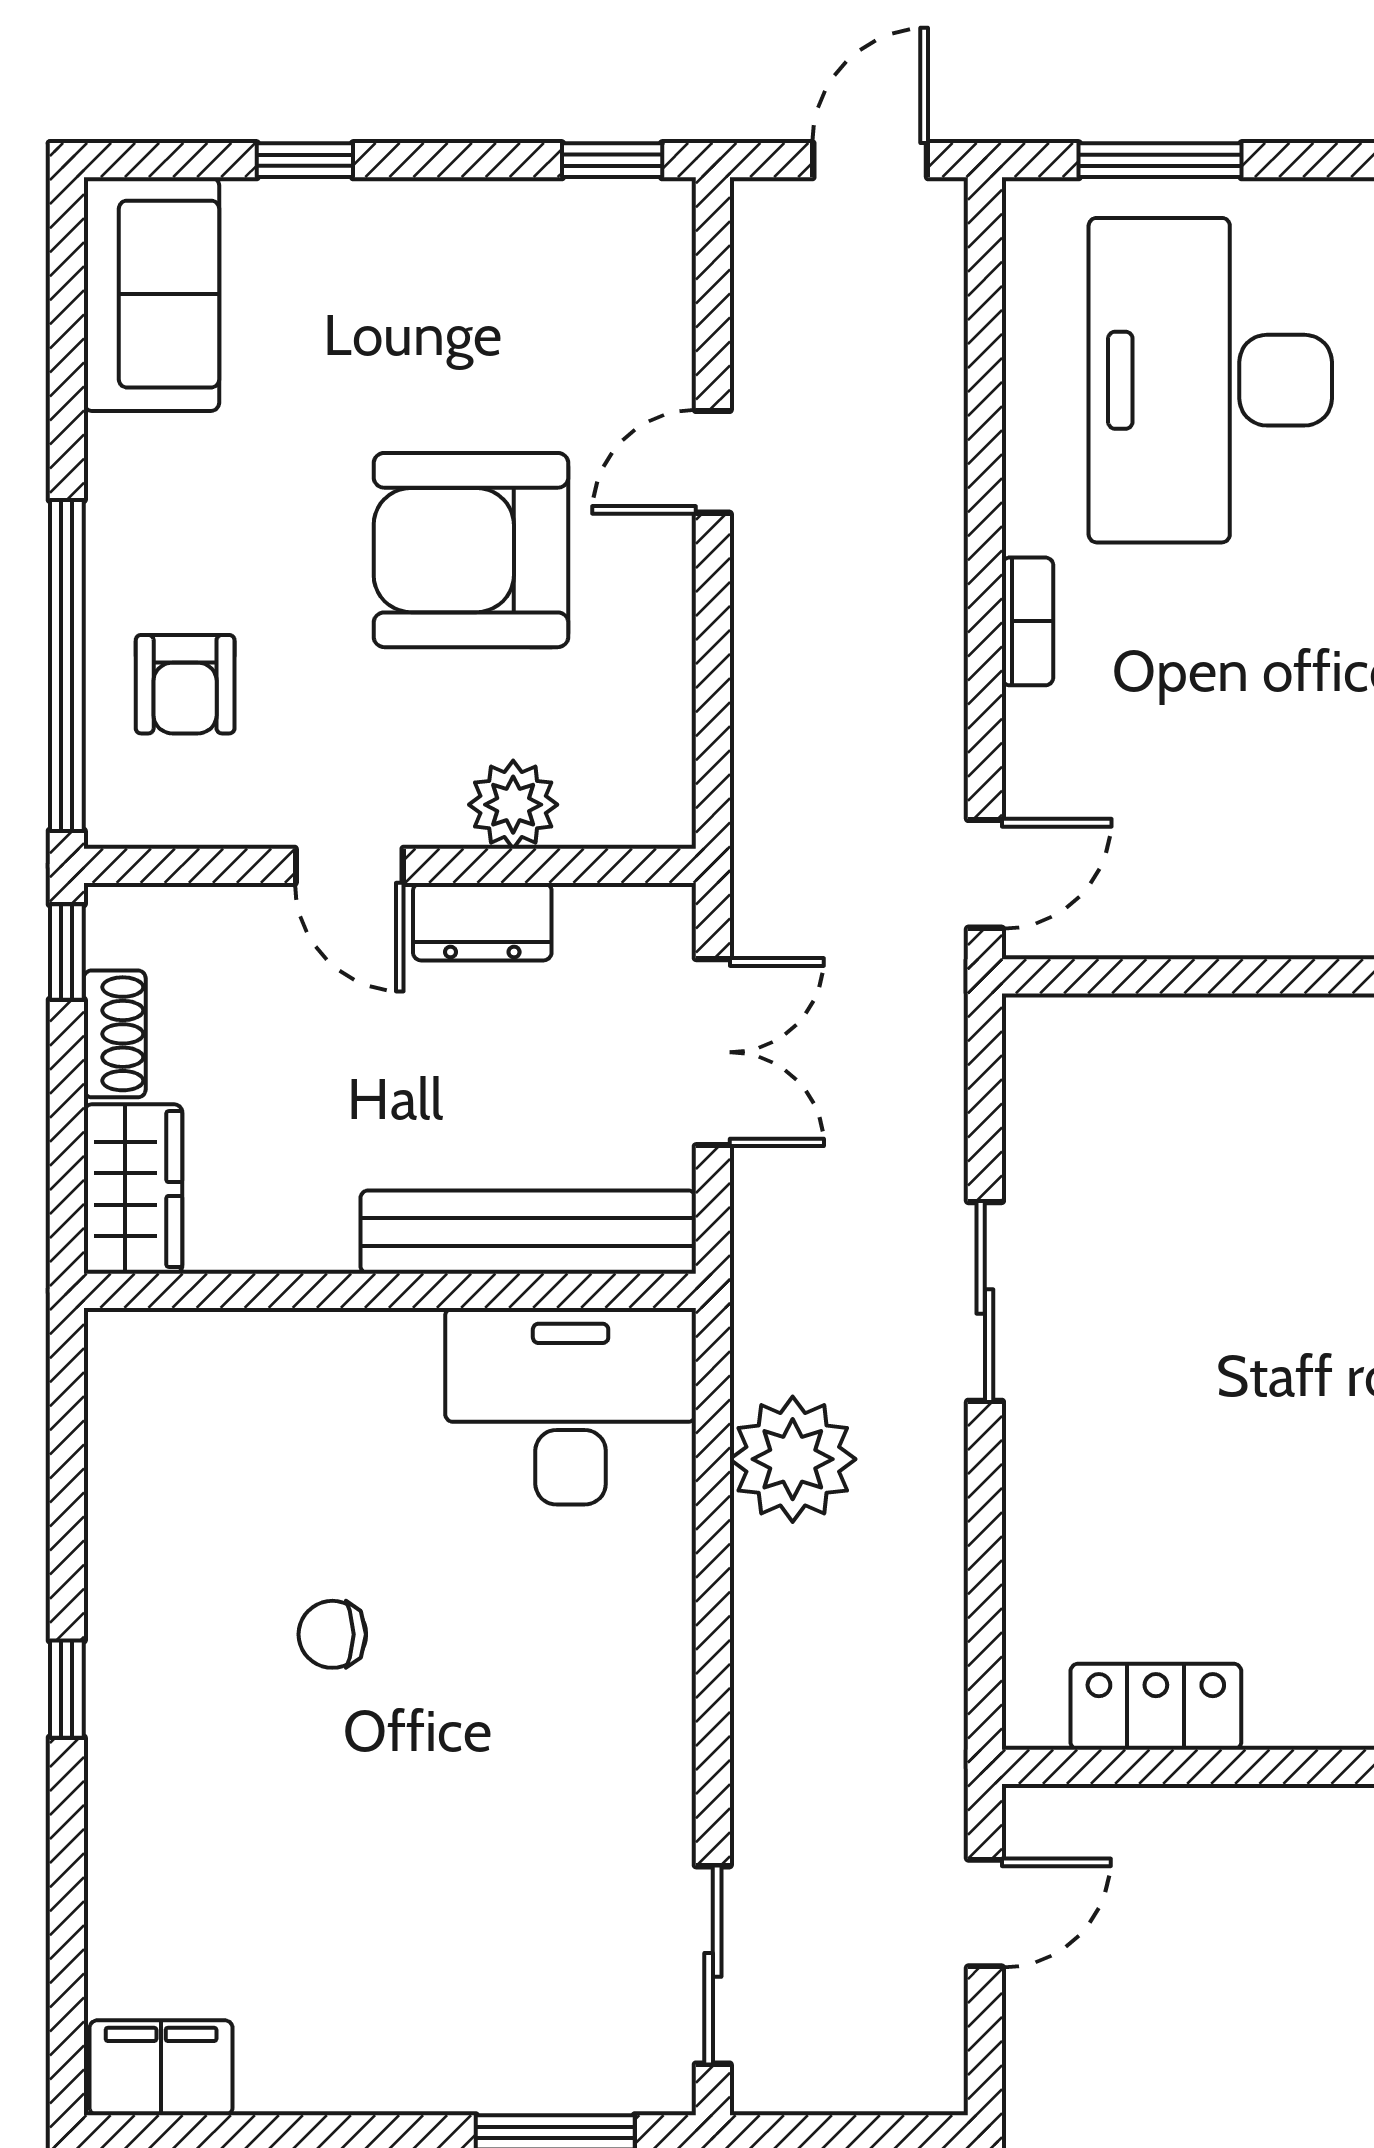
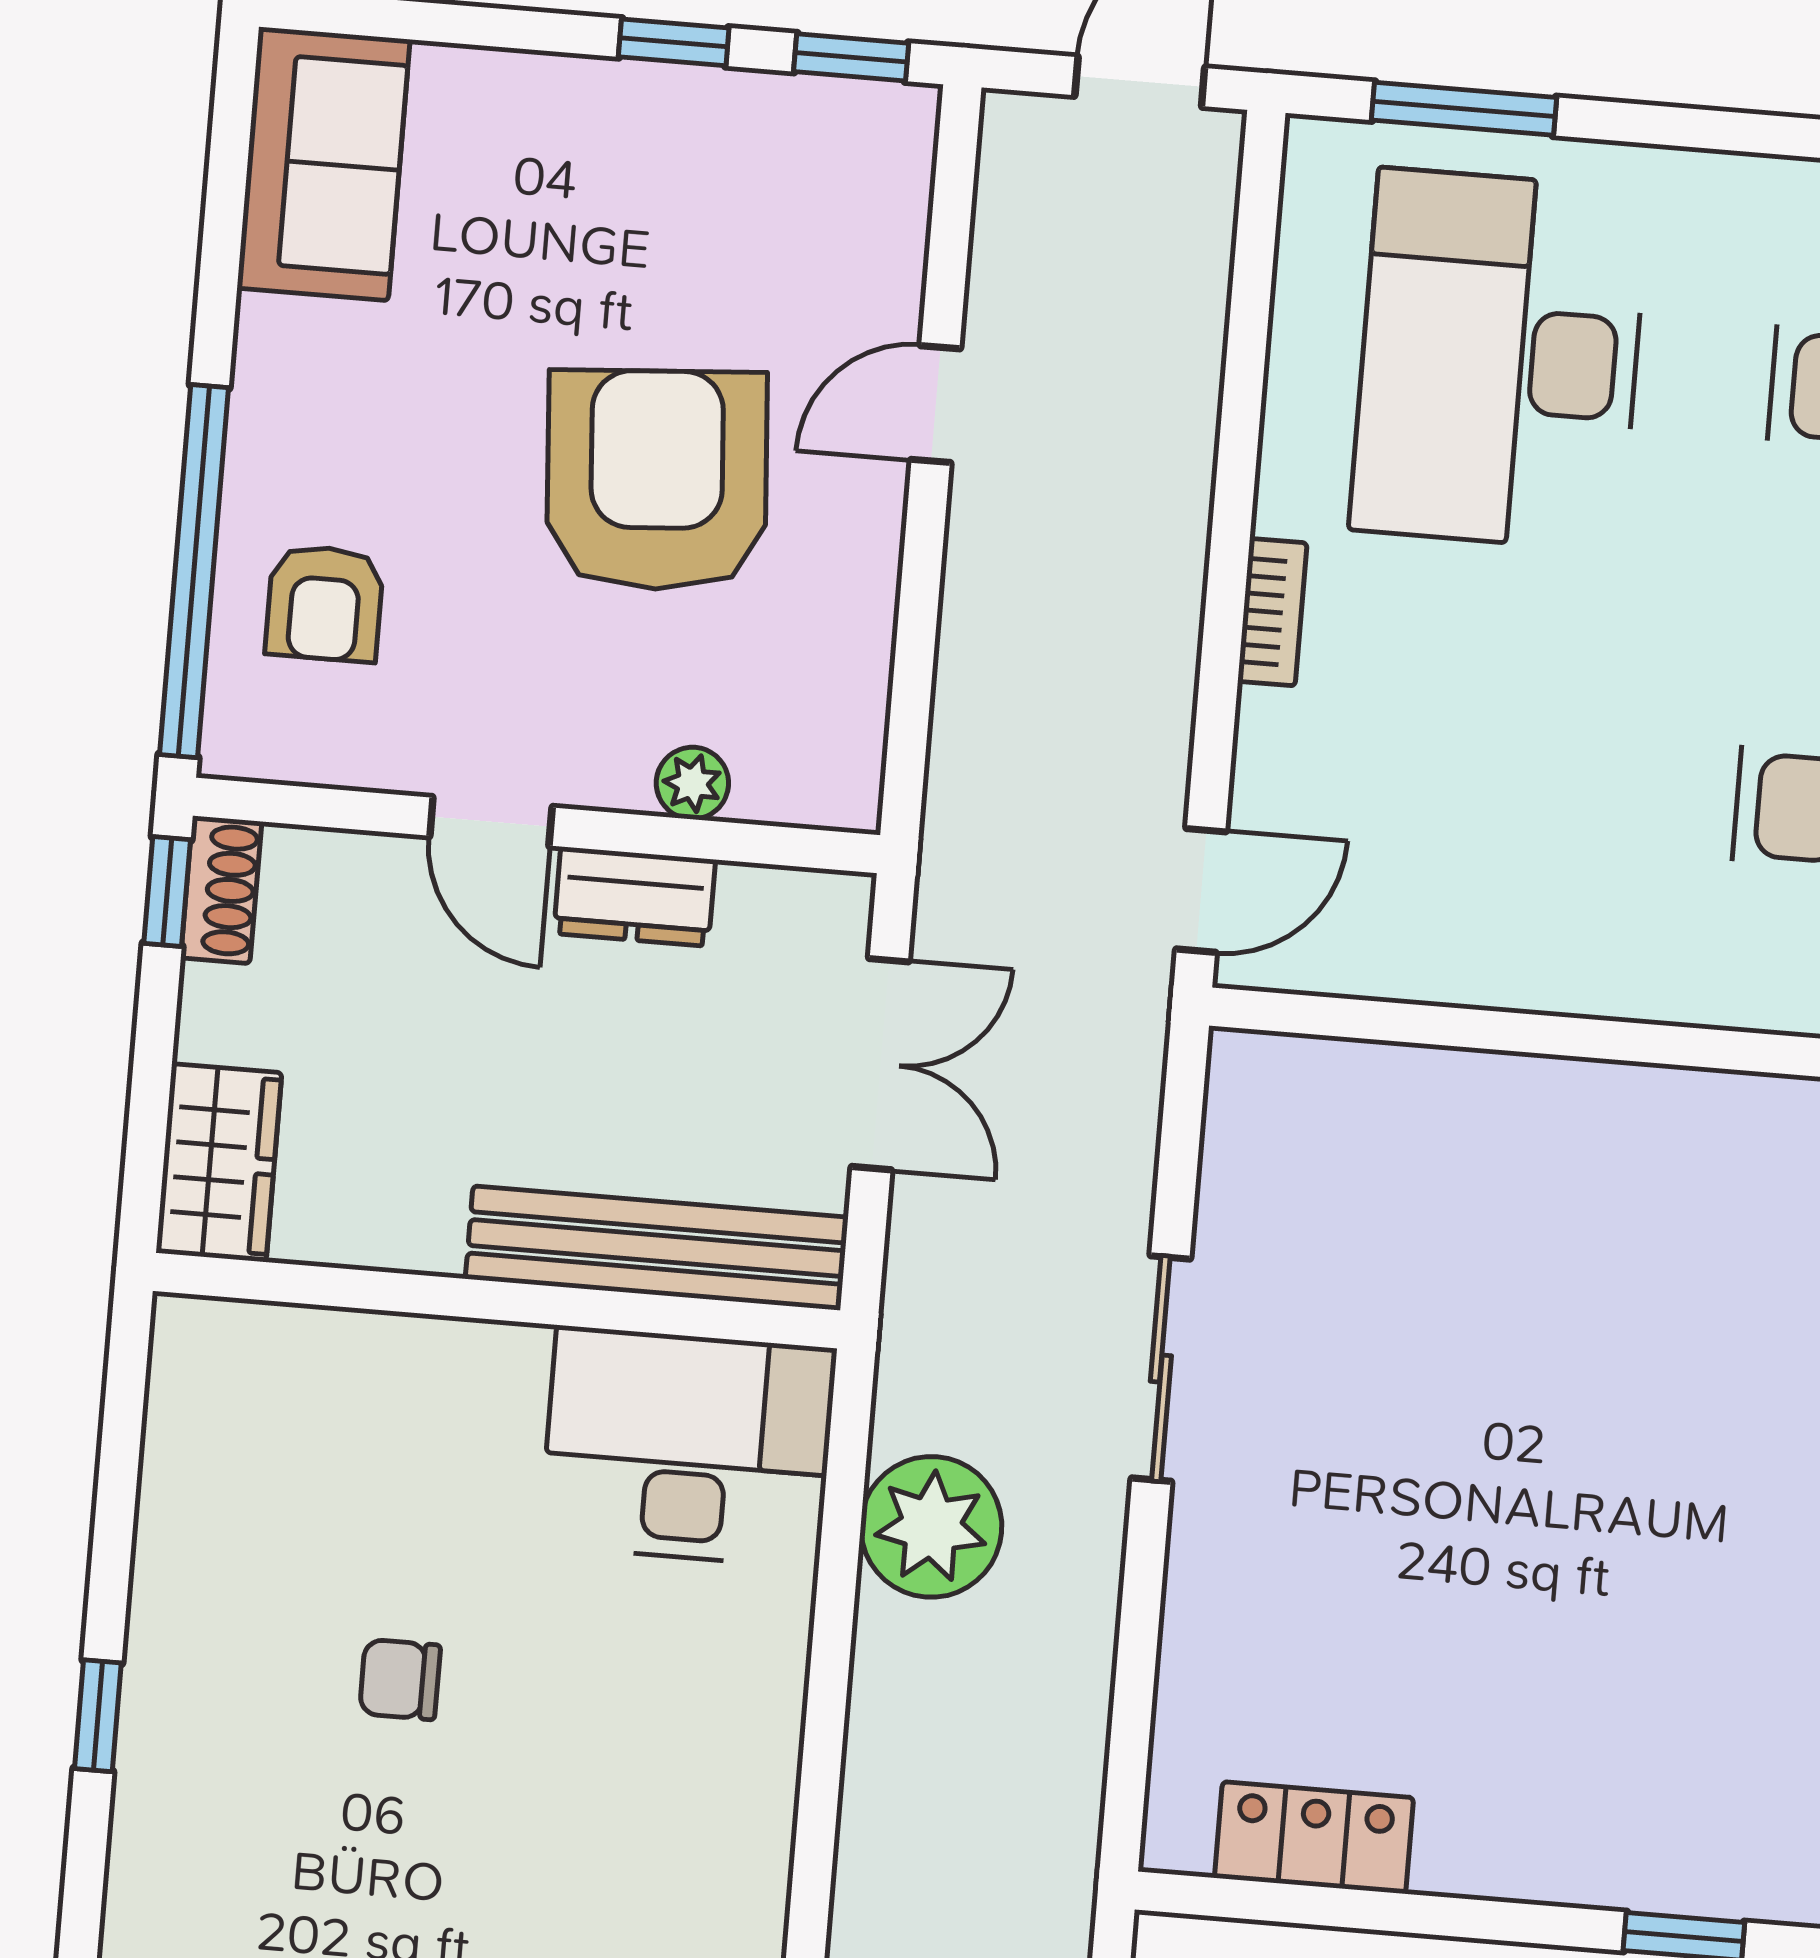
window: (305, 160) -> (674, 42), moved
armchair: (471, 550) -> (657, 480), turned 86
plant: (513, 805) -> (692, 783), width x0.73, depth x0.73
shoe rack: (115, 1034) -> (221, 890), moved

